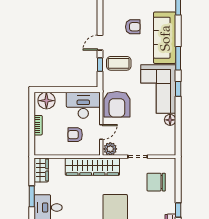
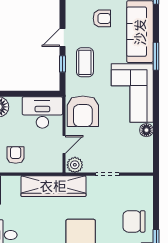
coffee table: (119, 63) -> (85, 62), turned 90
window: (178, 89) -> (156, 93), removed
armchair: (75, 135) -> (16, 155), moved, turned 90
chair: (156, 182) -> (134, 221), moved

